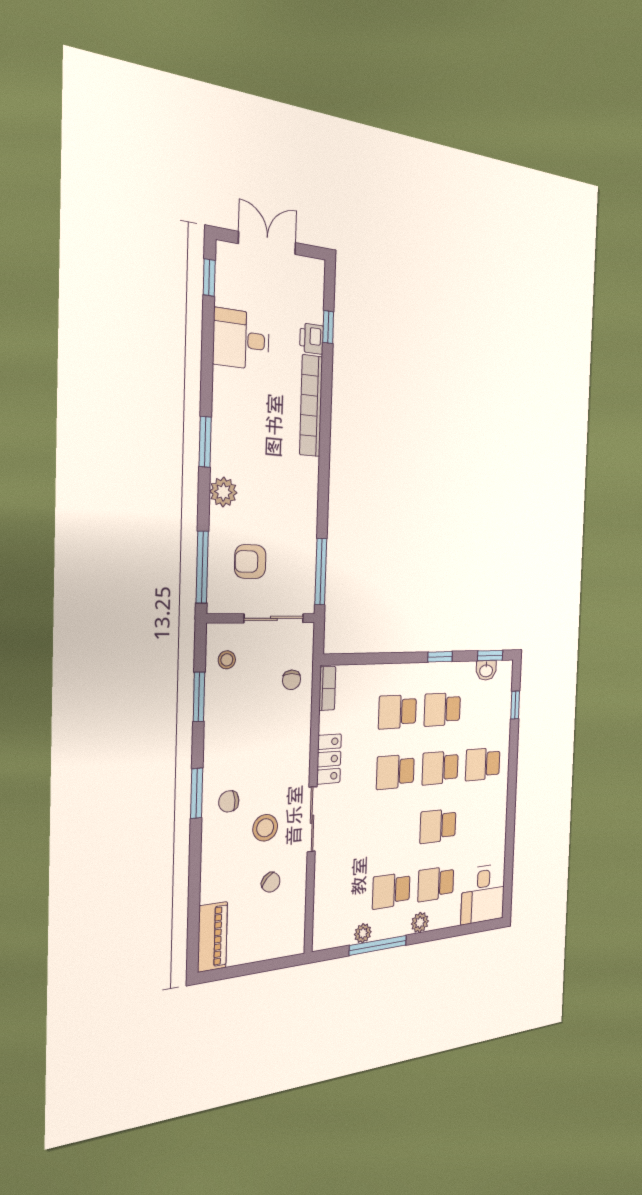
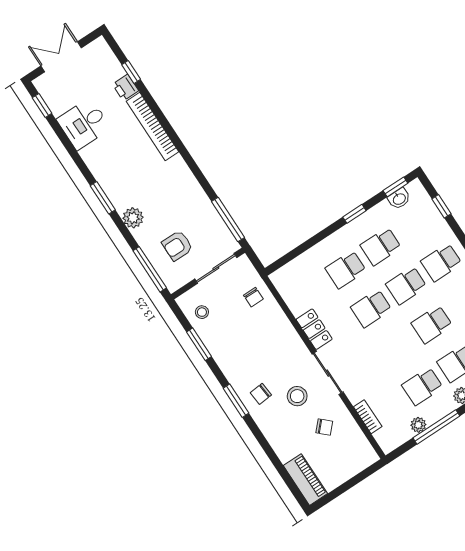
bookcase: (327, 688) -> (368, 417), moved

